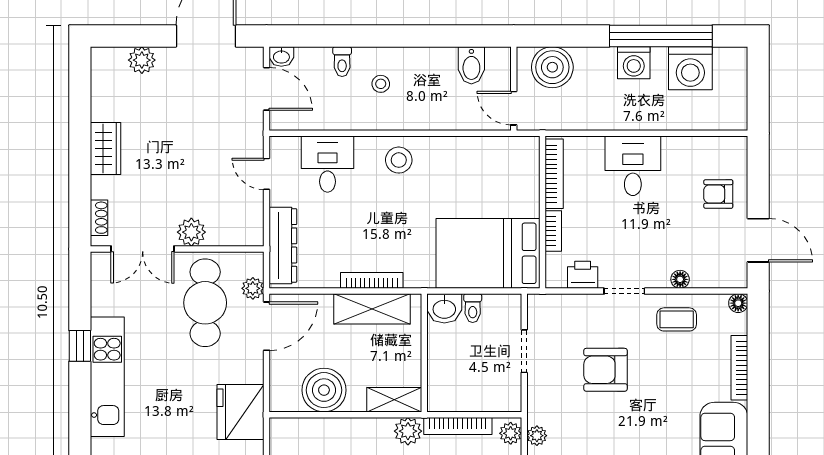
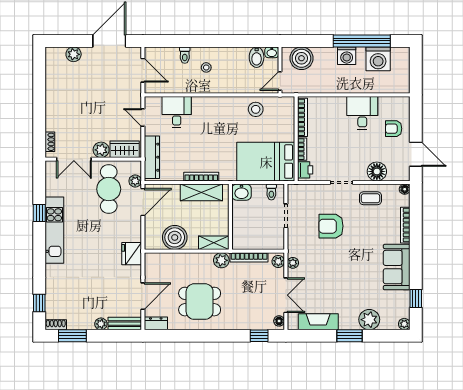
washbasin: (281, 56) -> (272, 52), moved
door: (514, 108) -> (280, 81), hinge flipped
wardrobe: (106, 149) -> (125, 149), moved, turned -90
stool: (399, 160) -> (256, 109), moved
desk: (633, 166) -> (362, 113), moved
printer: (583, 275) -> (305, 170), moved, turned 90
floor lamp: (680, 279) -> (377, 171), width x1.89, depth x1.89
toilet: (473, 308) -> (271, 192), moved
fridge: (241, 412) -> (132, 254), width x0.73, depth x0.75

